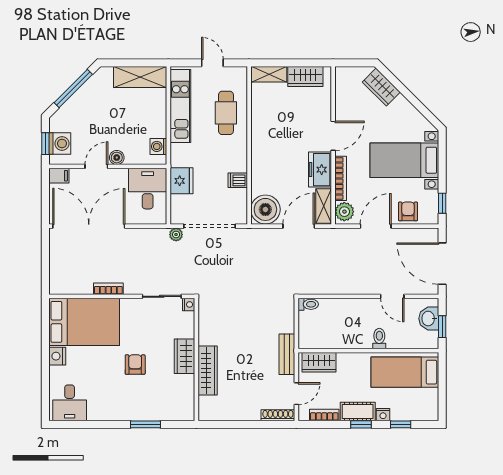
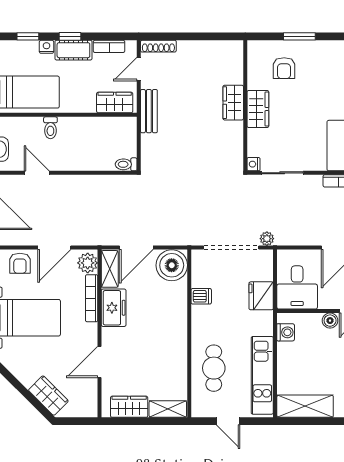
door: (333, 136) -> (100, 362), moved
armchair: (135, 365) -> (284, 68), moved
wardrobe: (208, 370) -> (233, 103), width x0.67

